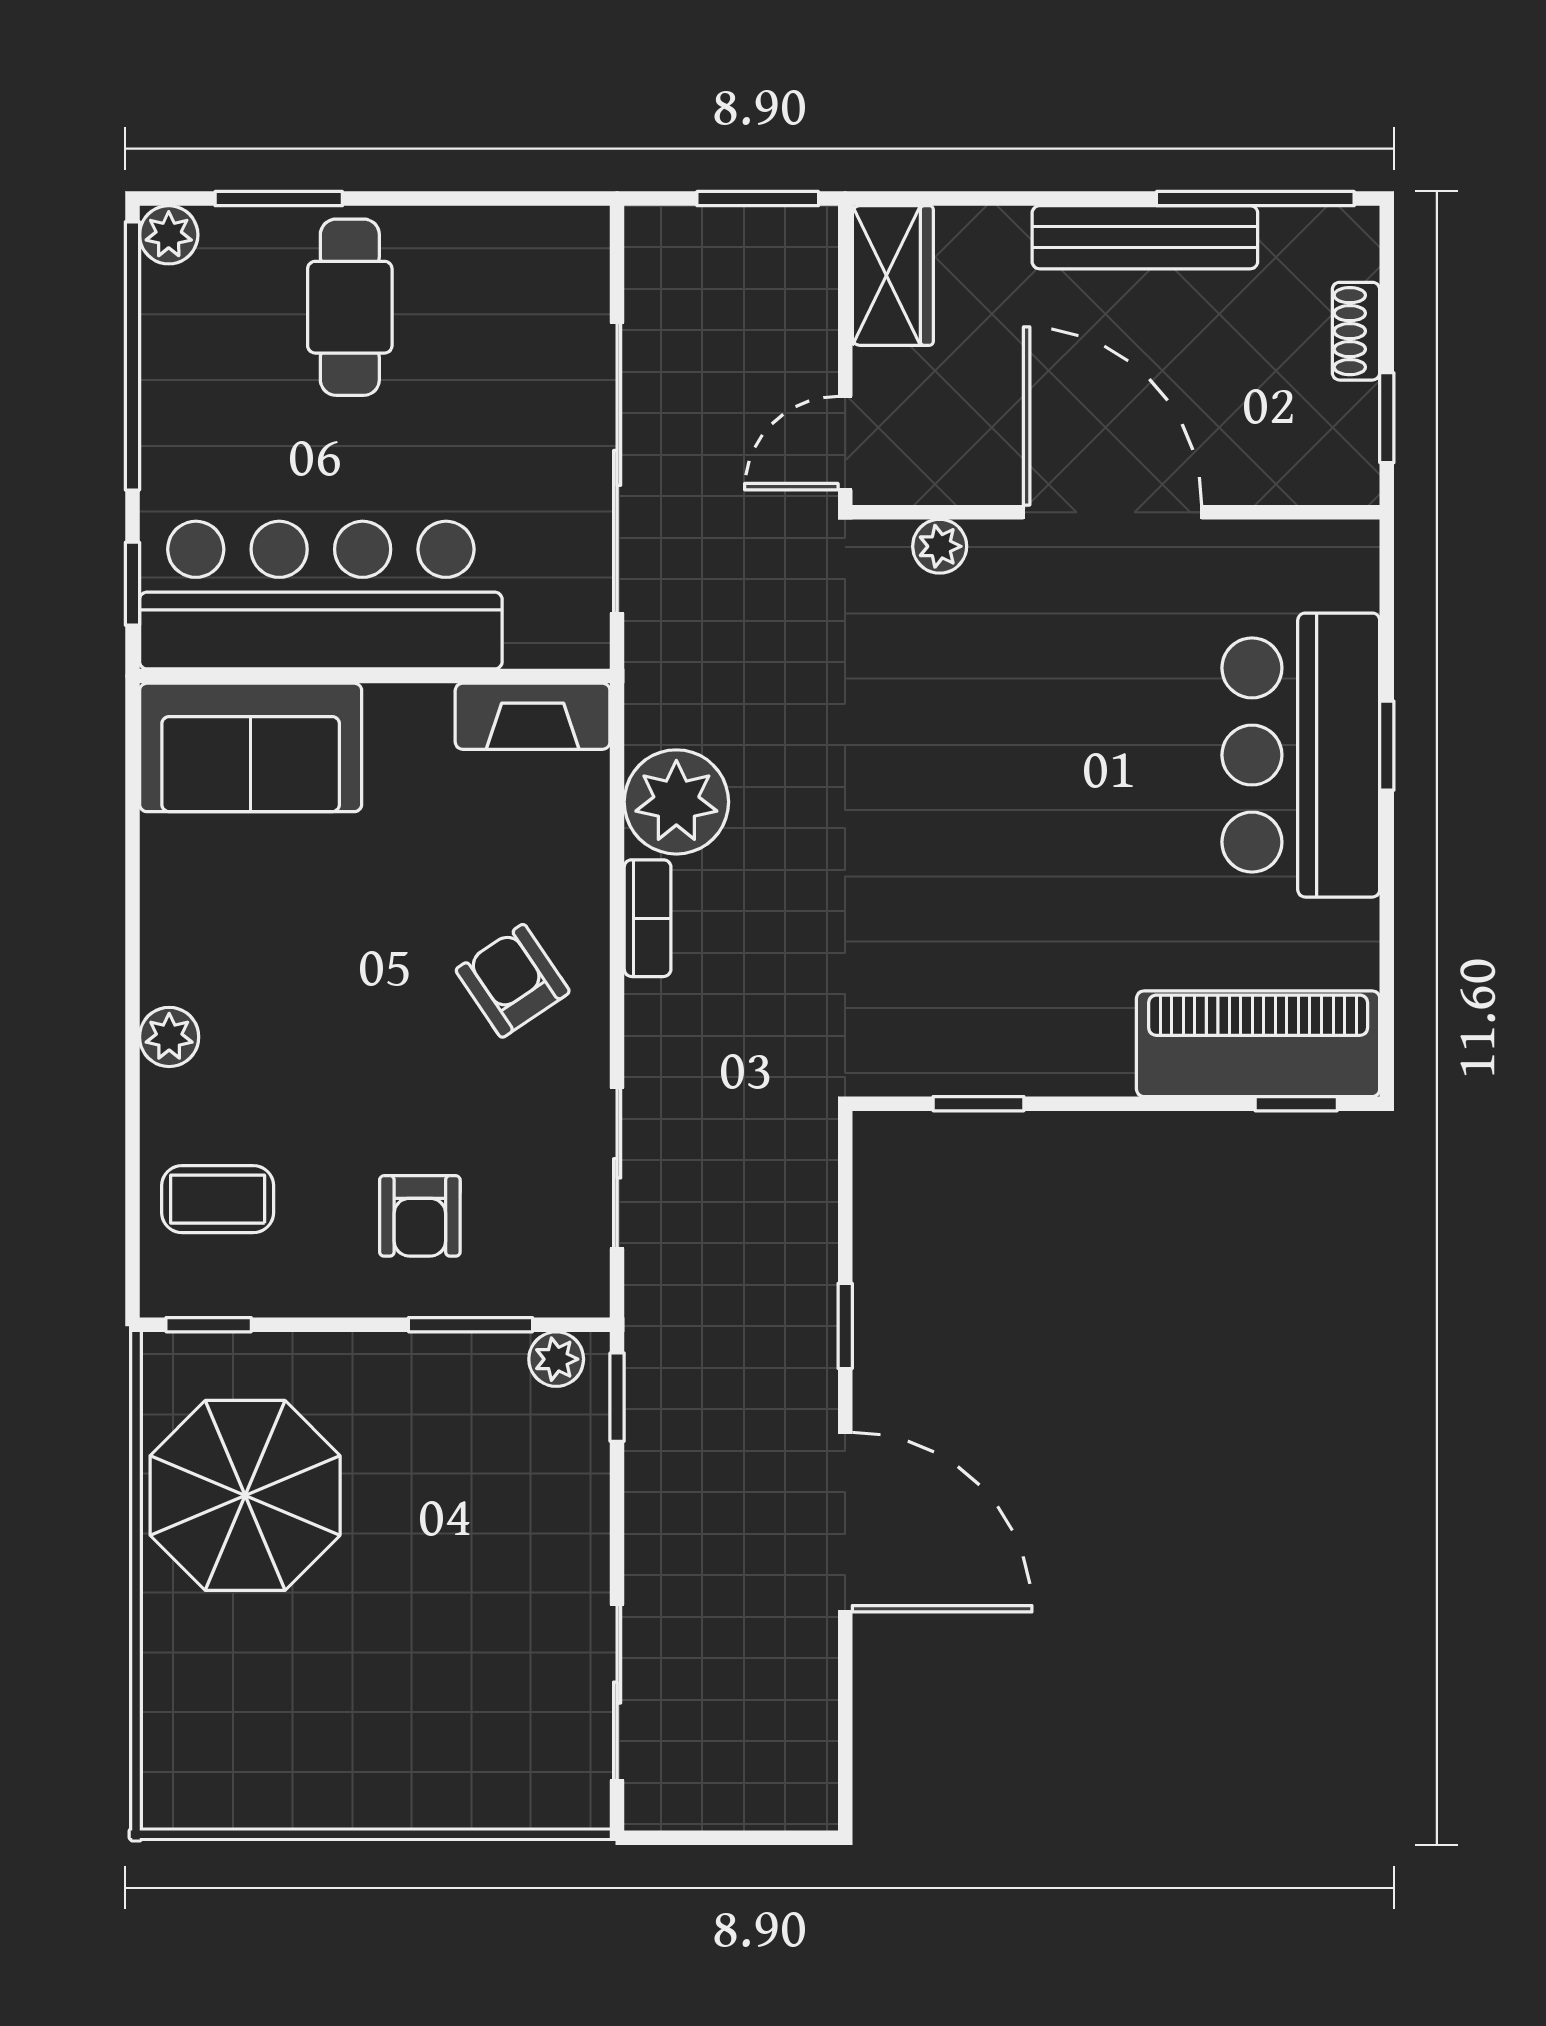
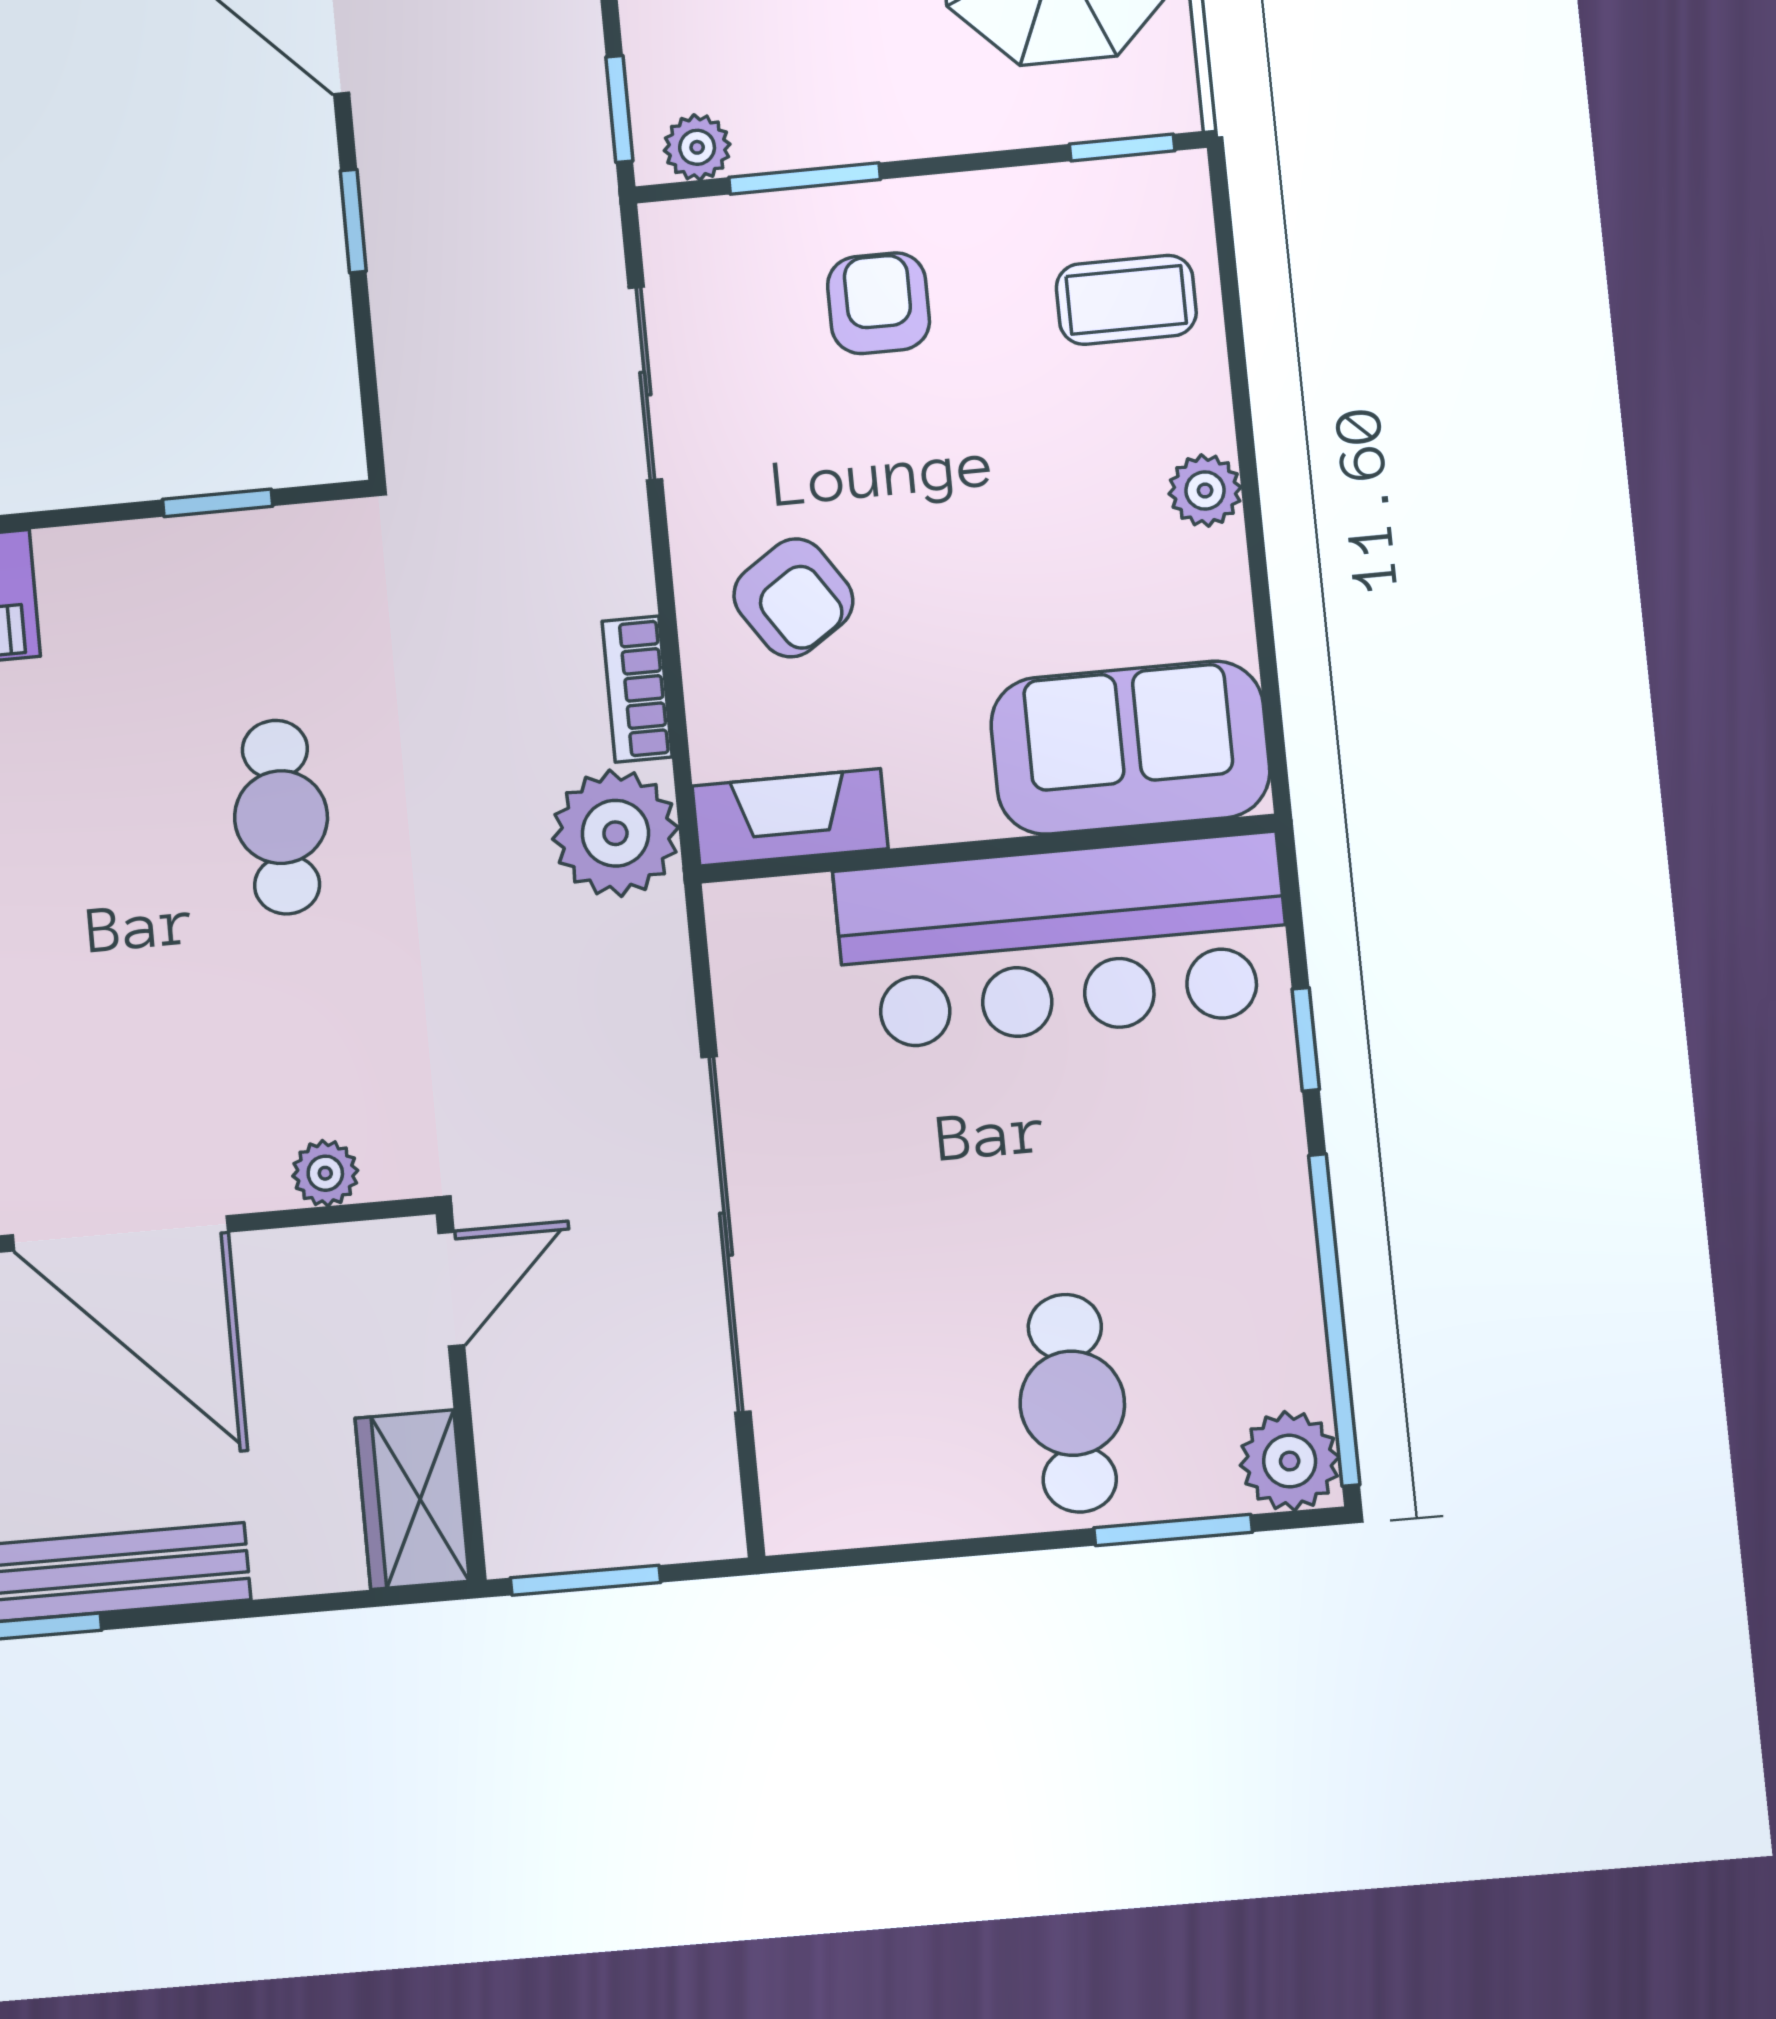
plant: (169, 235) -> (1290, 1461), width x1.38, depth x1.38
bar counter: (321, 595) -> (1063, 941), moved
wall: (375, 676) -> (987, 849), moved
fireplace: (533, 716) -> (790, 817), moved
sofa: (251, 747) -> (1130, 748), moved
cafe table: (950, 840) -> (281, 817), added

